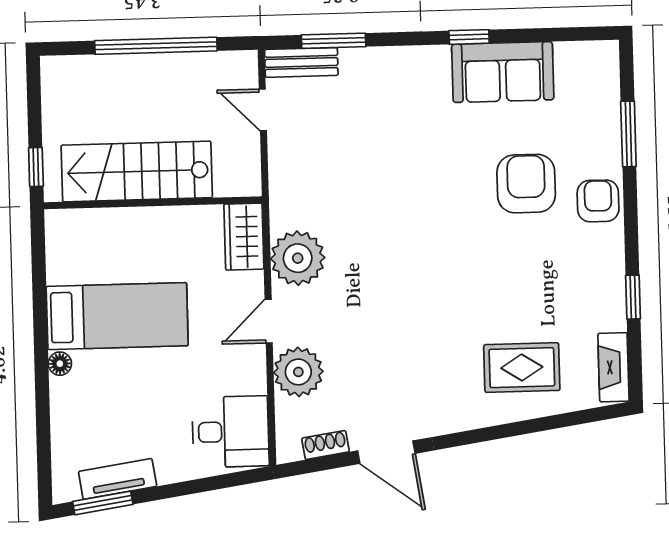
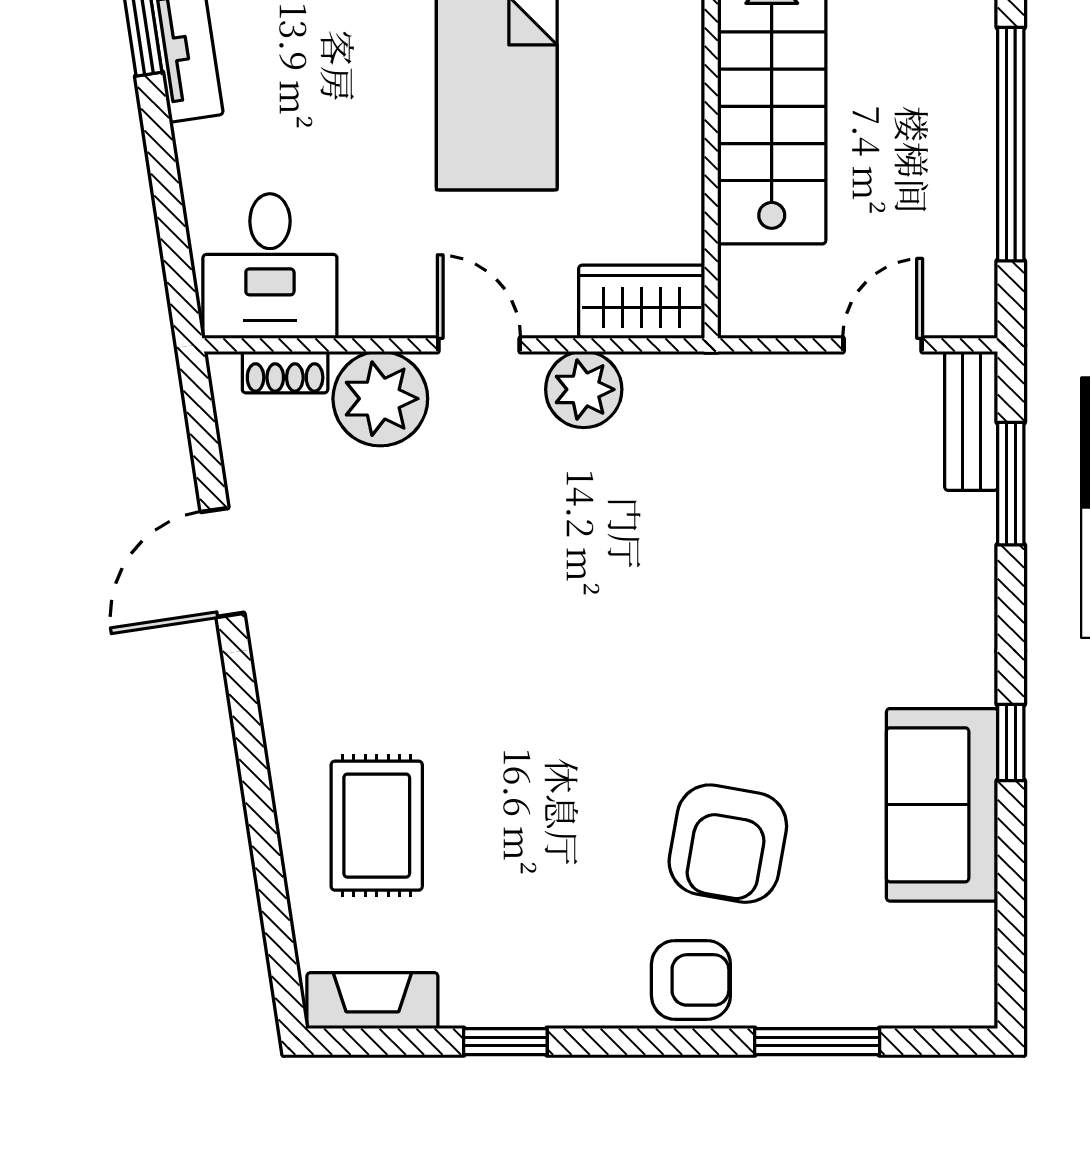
armchair: (526, 184) -> (728, 844), turned 100
plant: (298, 258) -> (584, 389), width x0.73, depth x0.73
shoe rack: (325, 445) -> (285, 372), moved, turned 99

